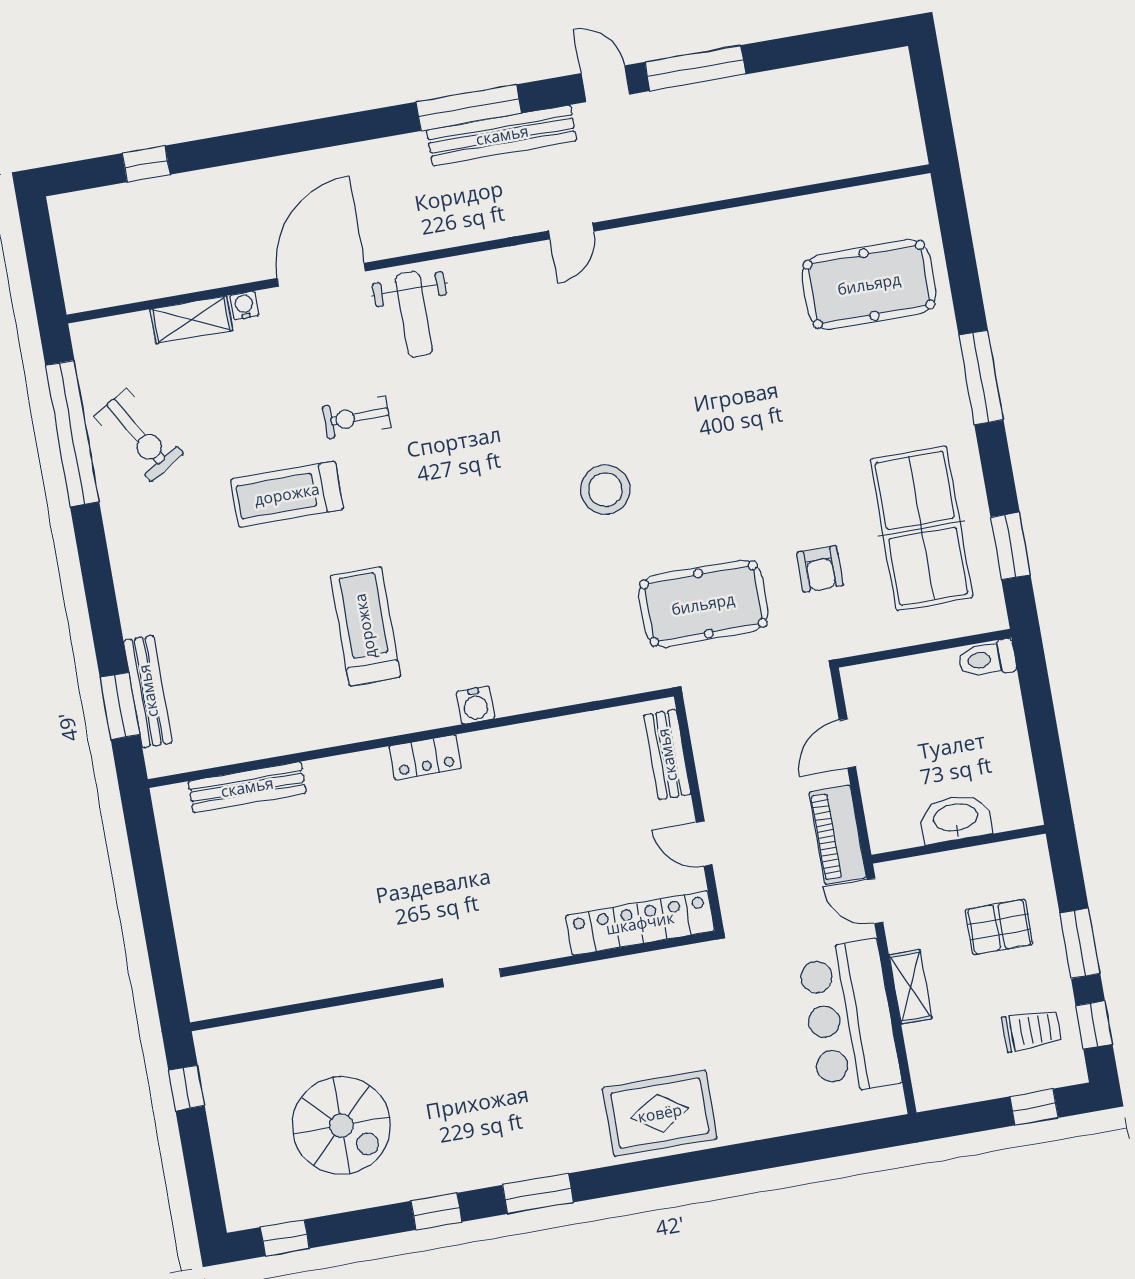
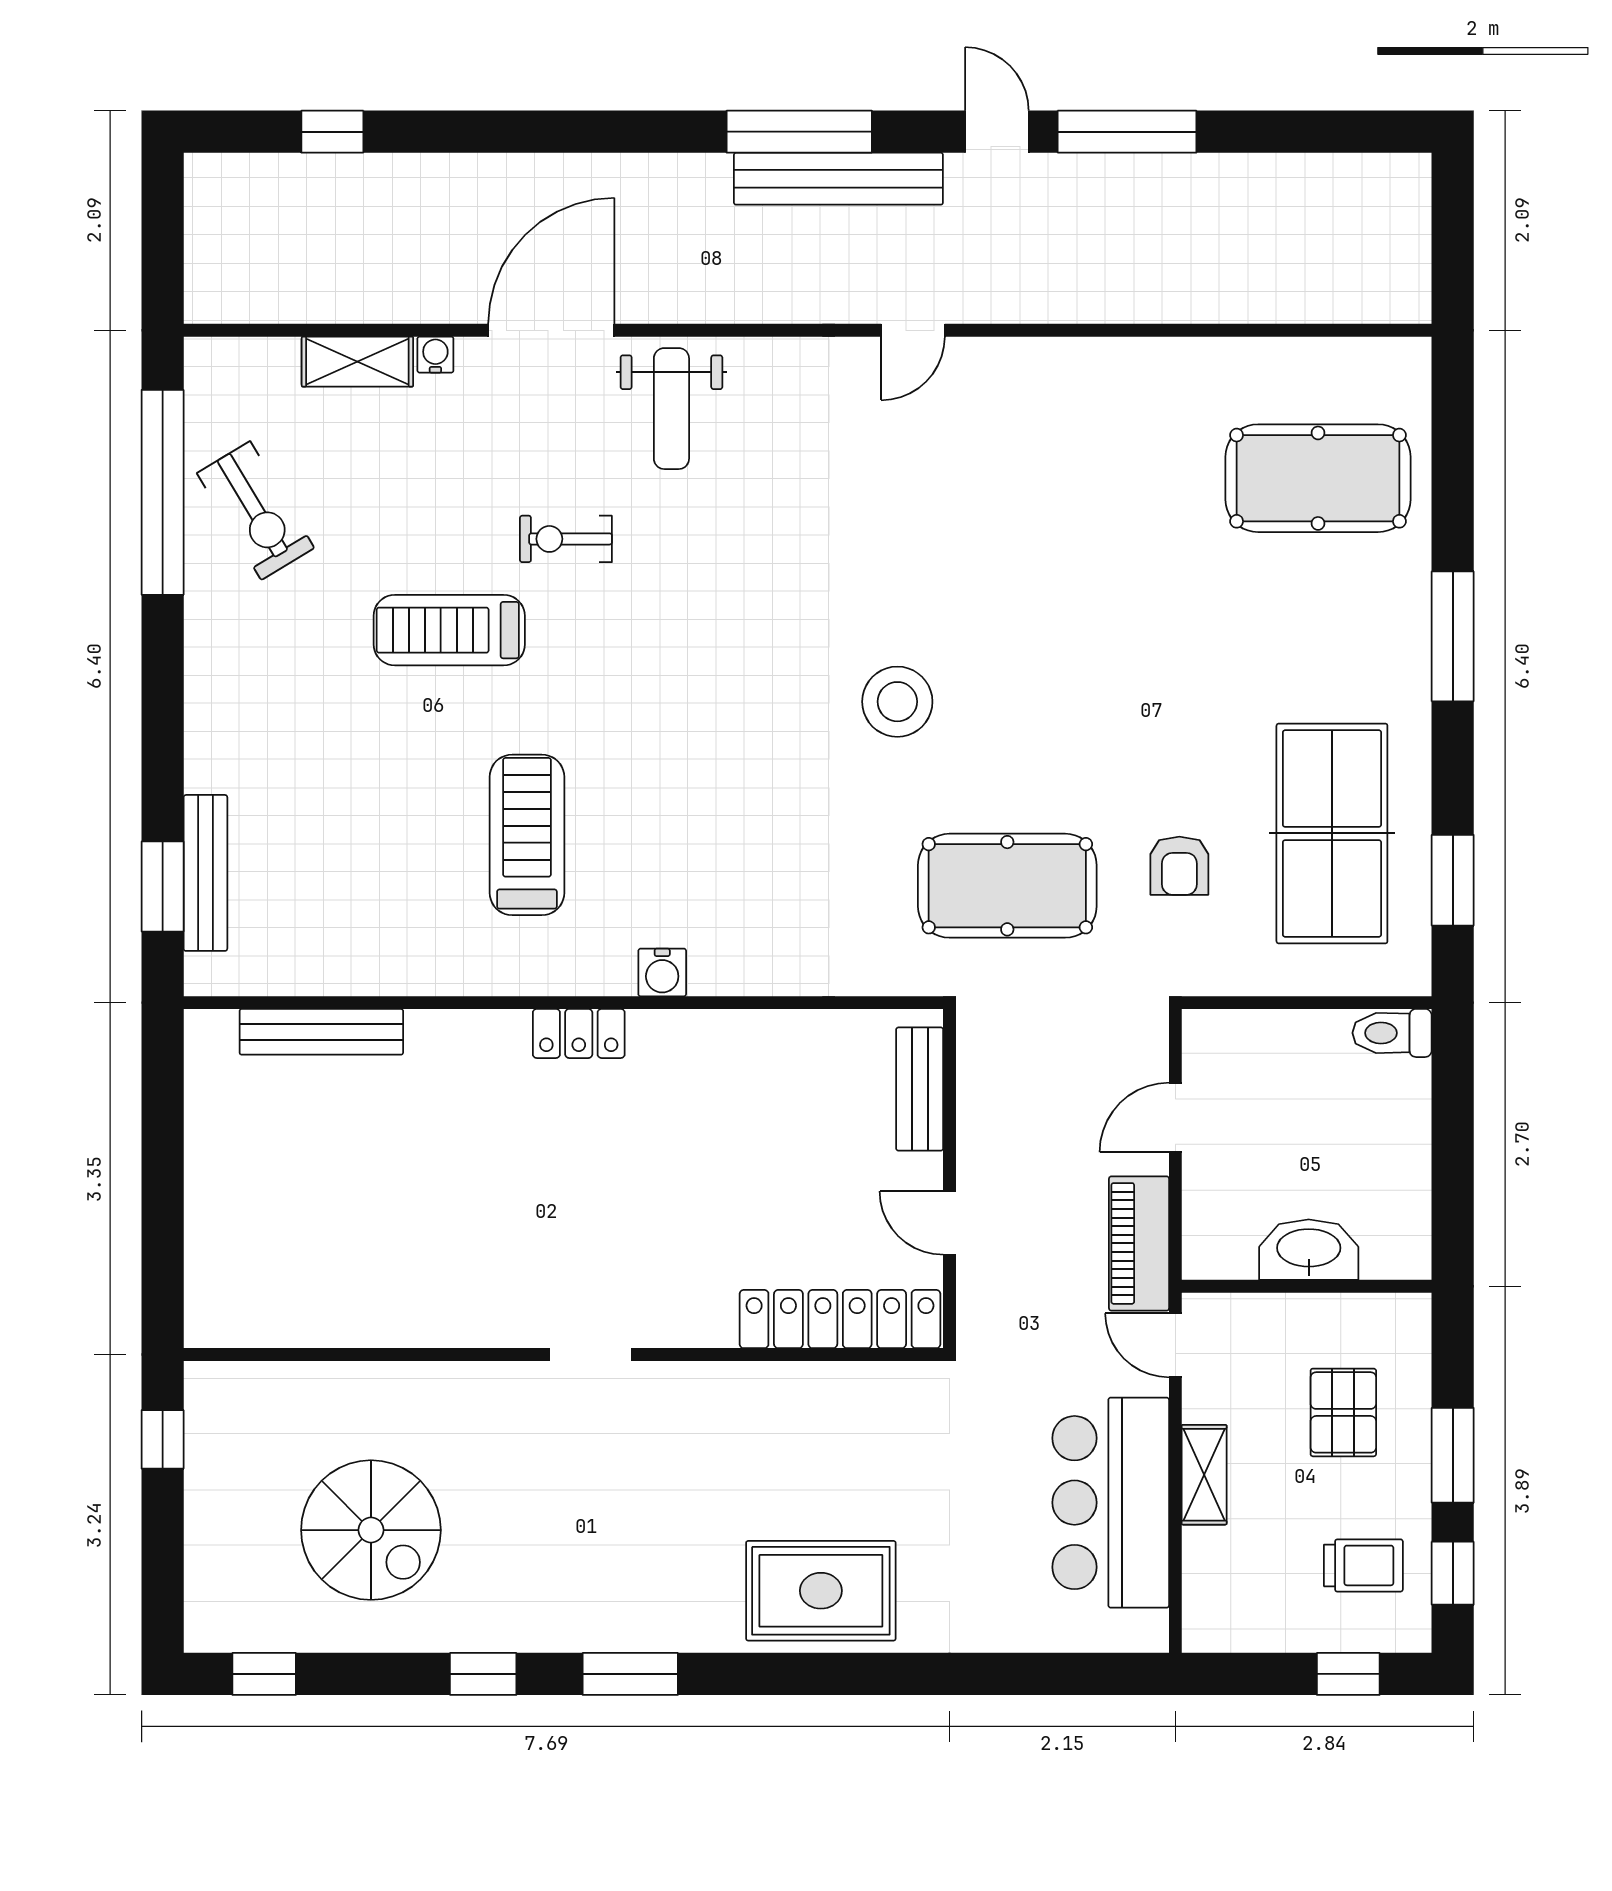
pallet: (999, 927) -> (1343, 1412), turned 90

